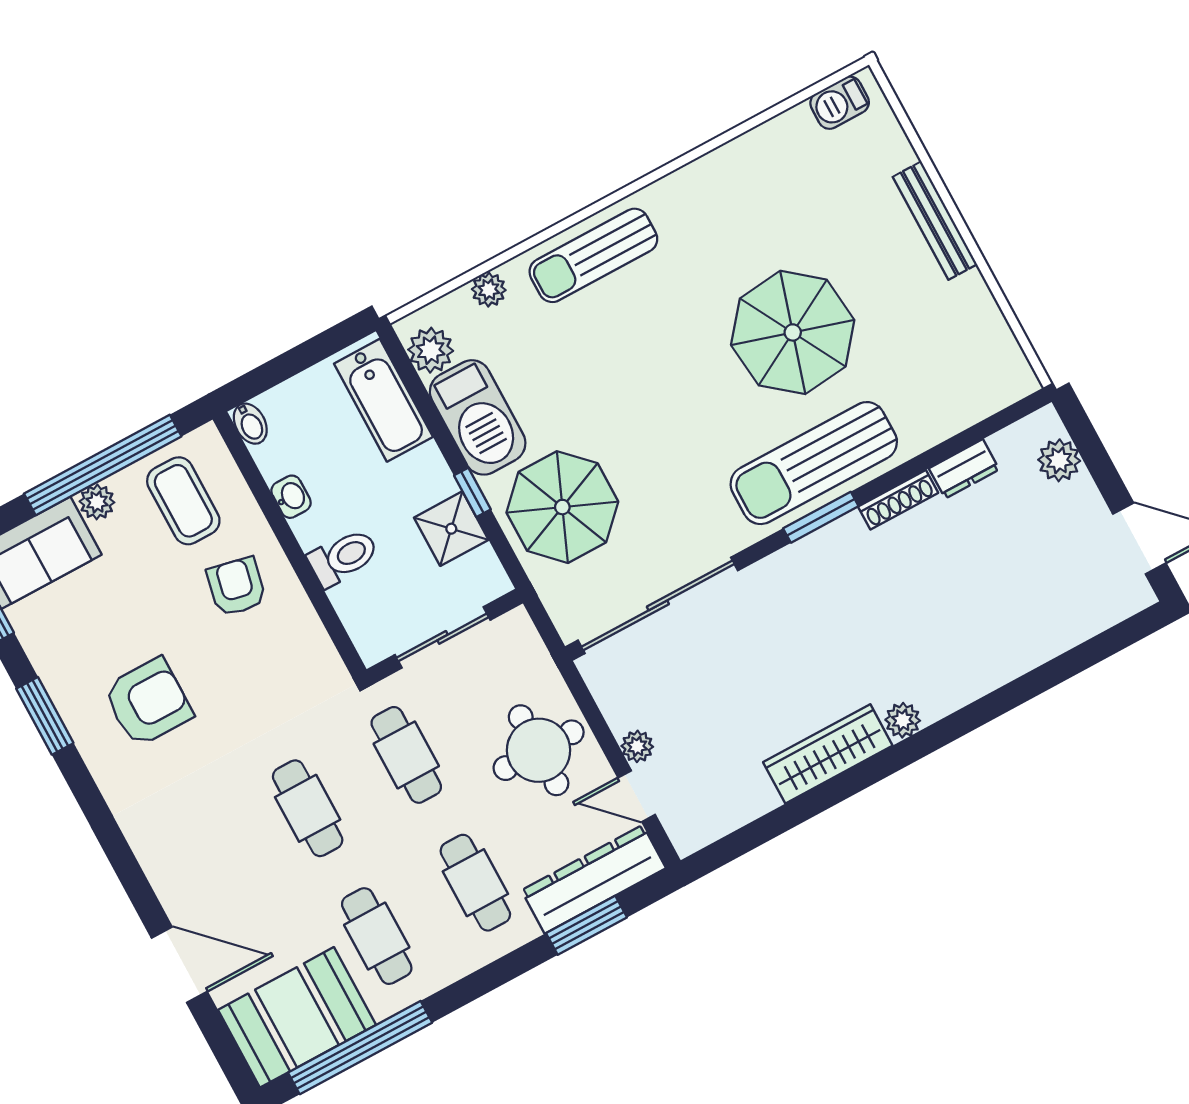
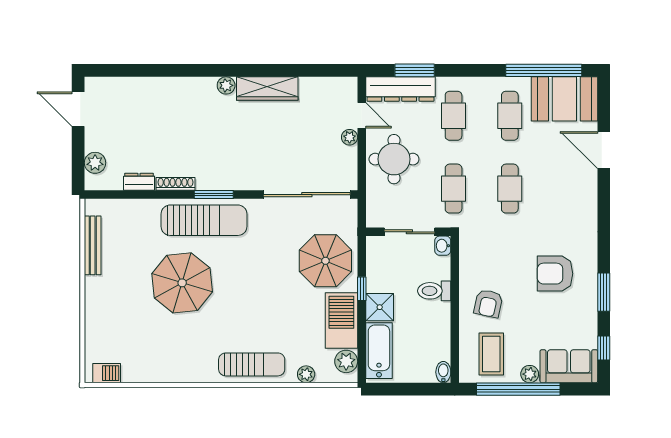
bench: (935, 221) -> (93, 245), moved
washbasin: (291, 497) -> (443, 246), moved
shower: (451, 529) -> (380, 307), moved

